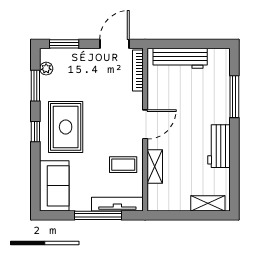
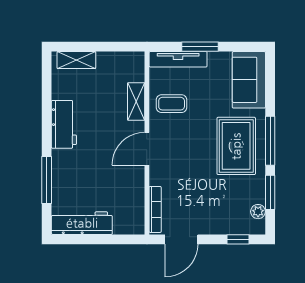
window: (64, 44) -> (238, 239), width x0.67
workbench: (180, 58) -> (82, 223), moved
window: (35, 132) -> (270, 141), width x2.17
window: (98, 215) -> (200, 47), width x0.69

